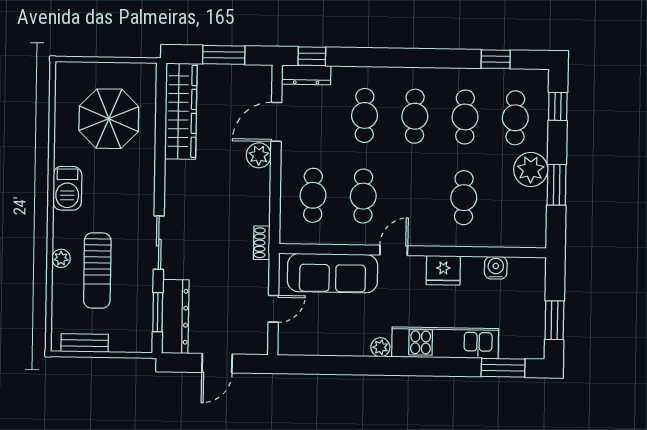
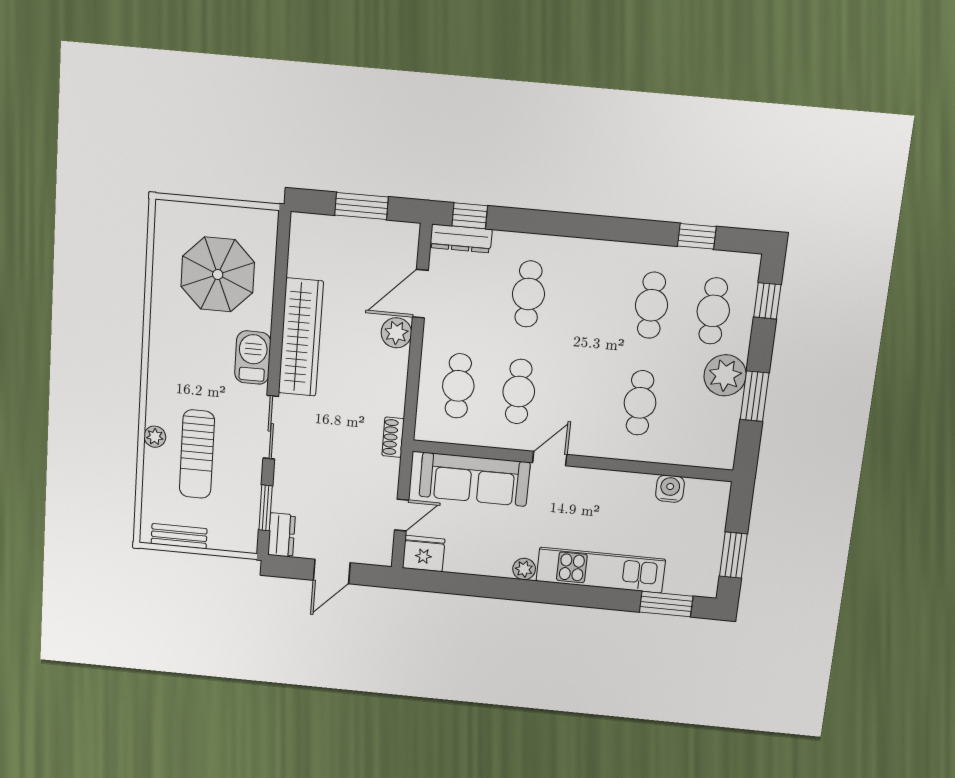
wardrobe: (181, 111) -> (301, 337), moved
cafe table: (415, 116) -> (590, 300), removed
barbecue: (67, 188) -> (253, 358), moved, turned 180
fridge: (443, 270) -> (424, 554), moved, turned 180
dresser: (175, 317) -> (282, 535), width x0.51, depth x0.80

